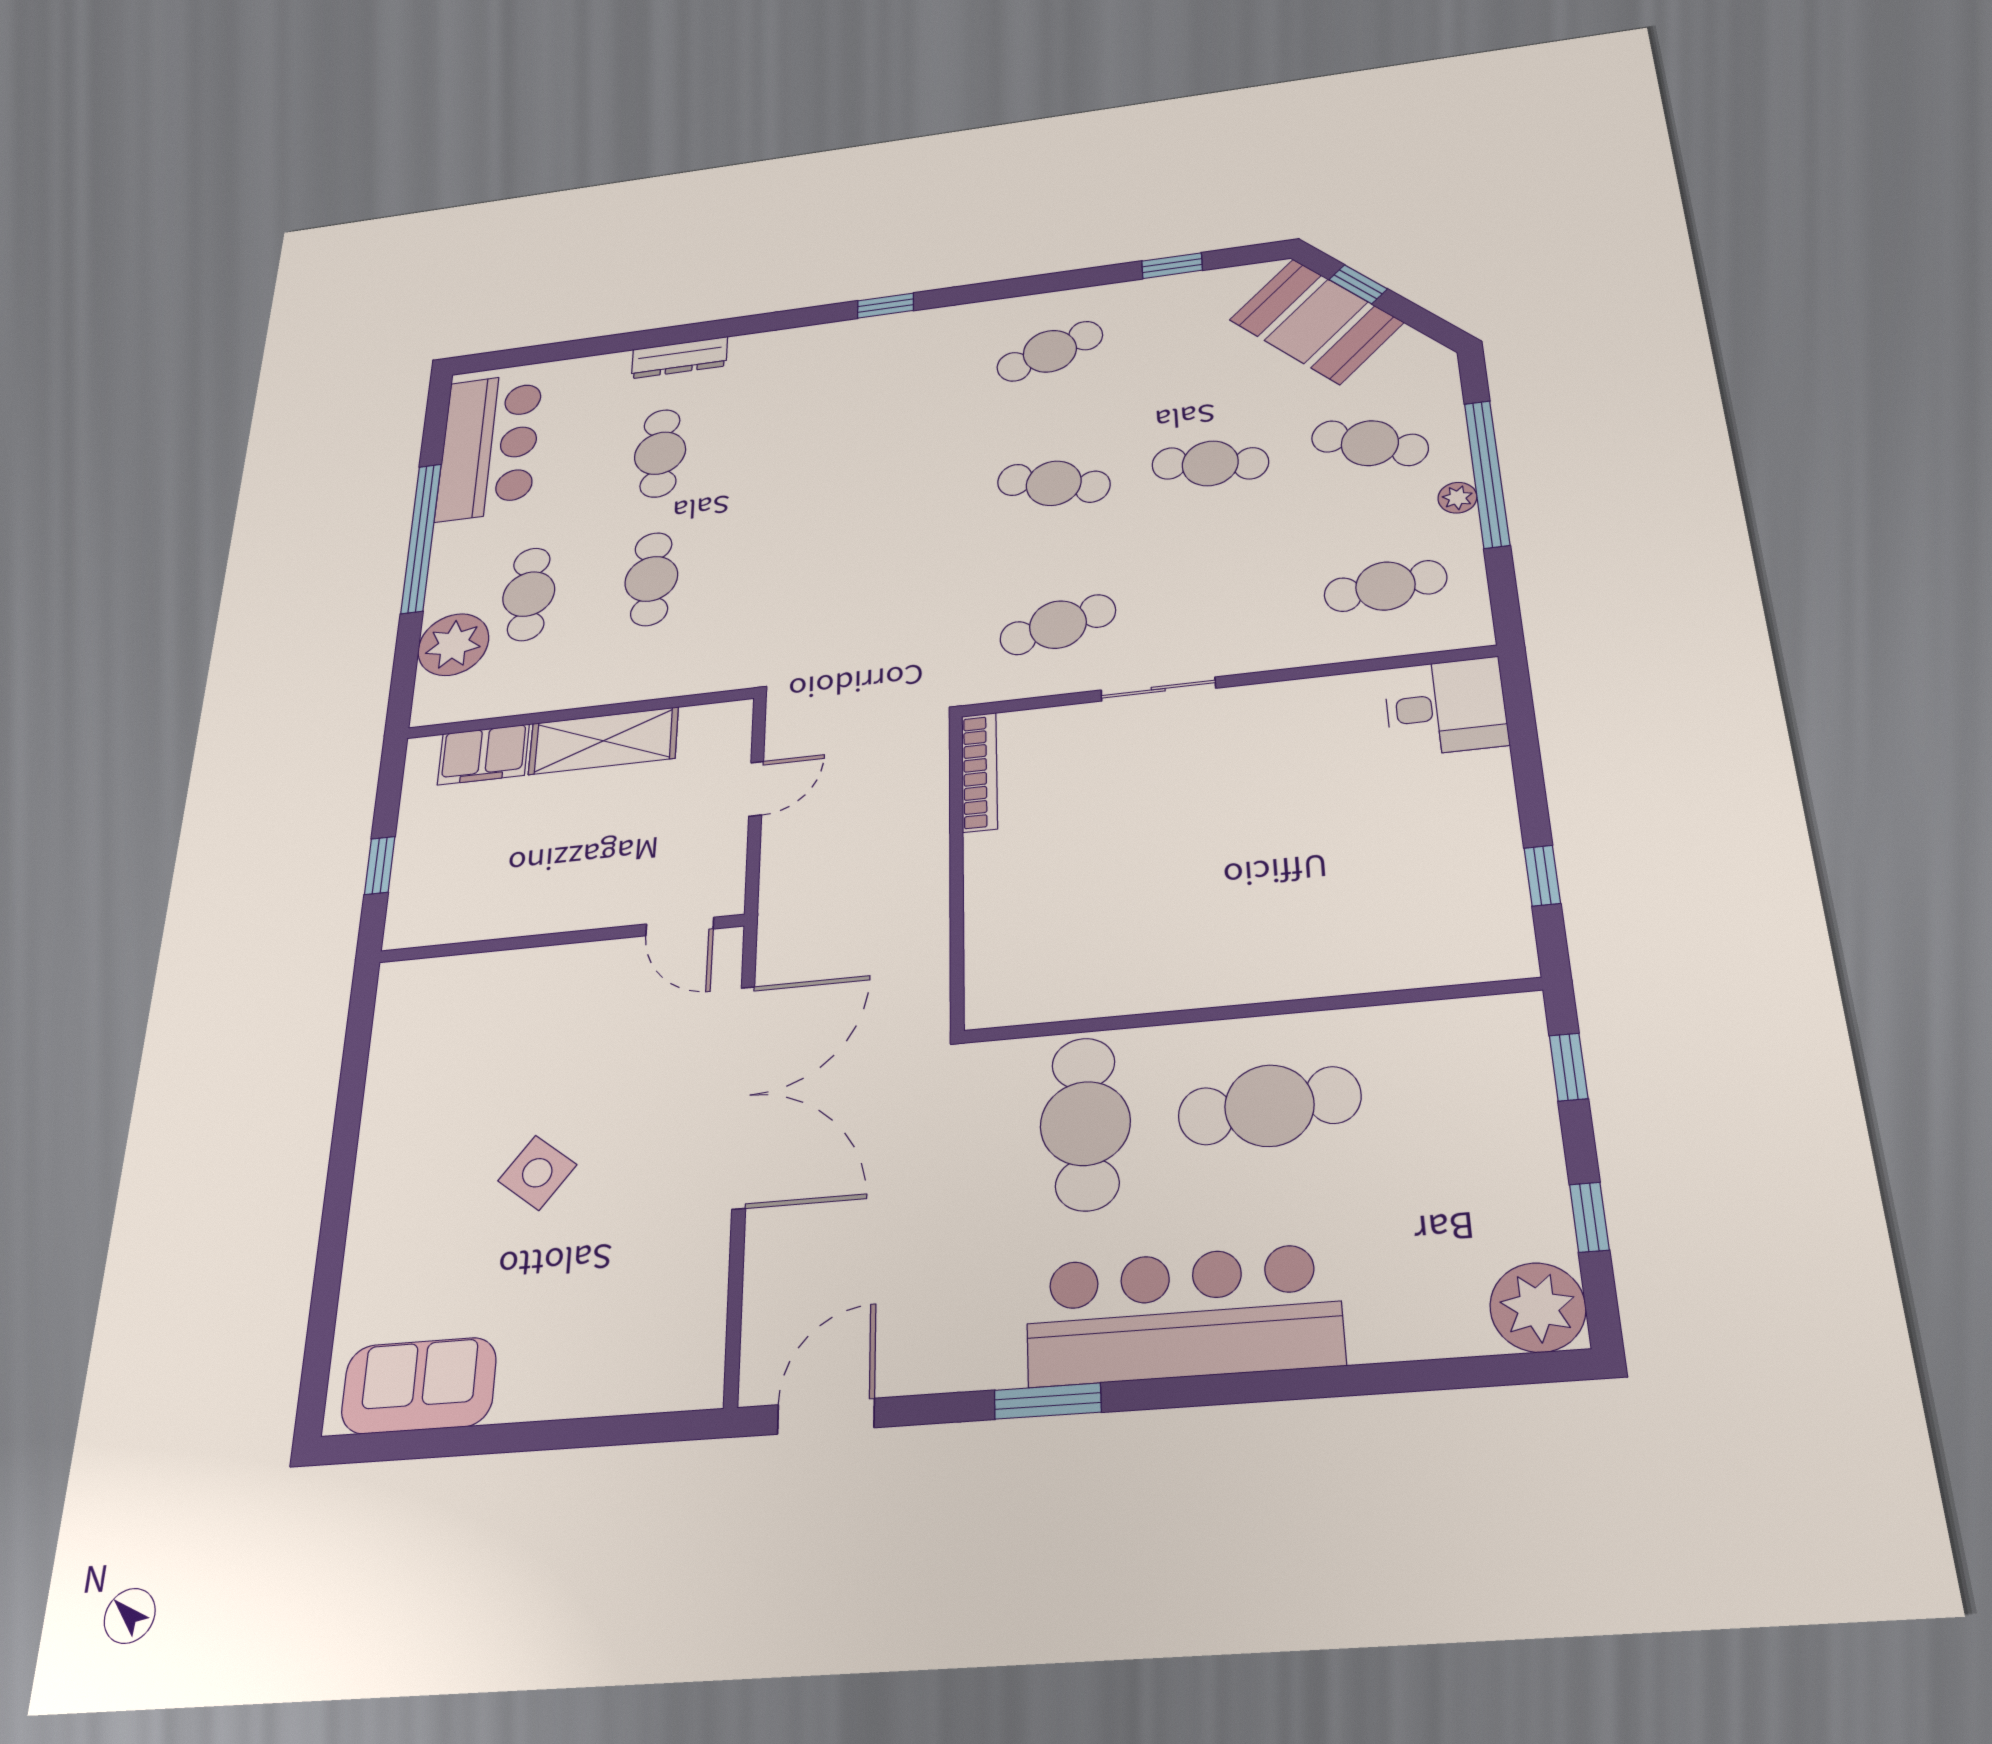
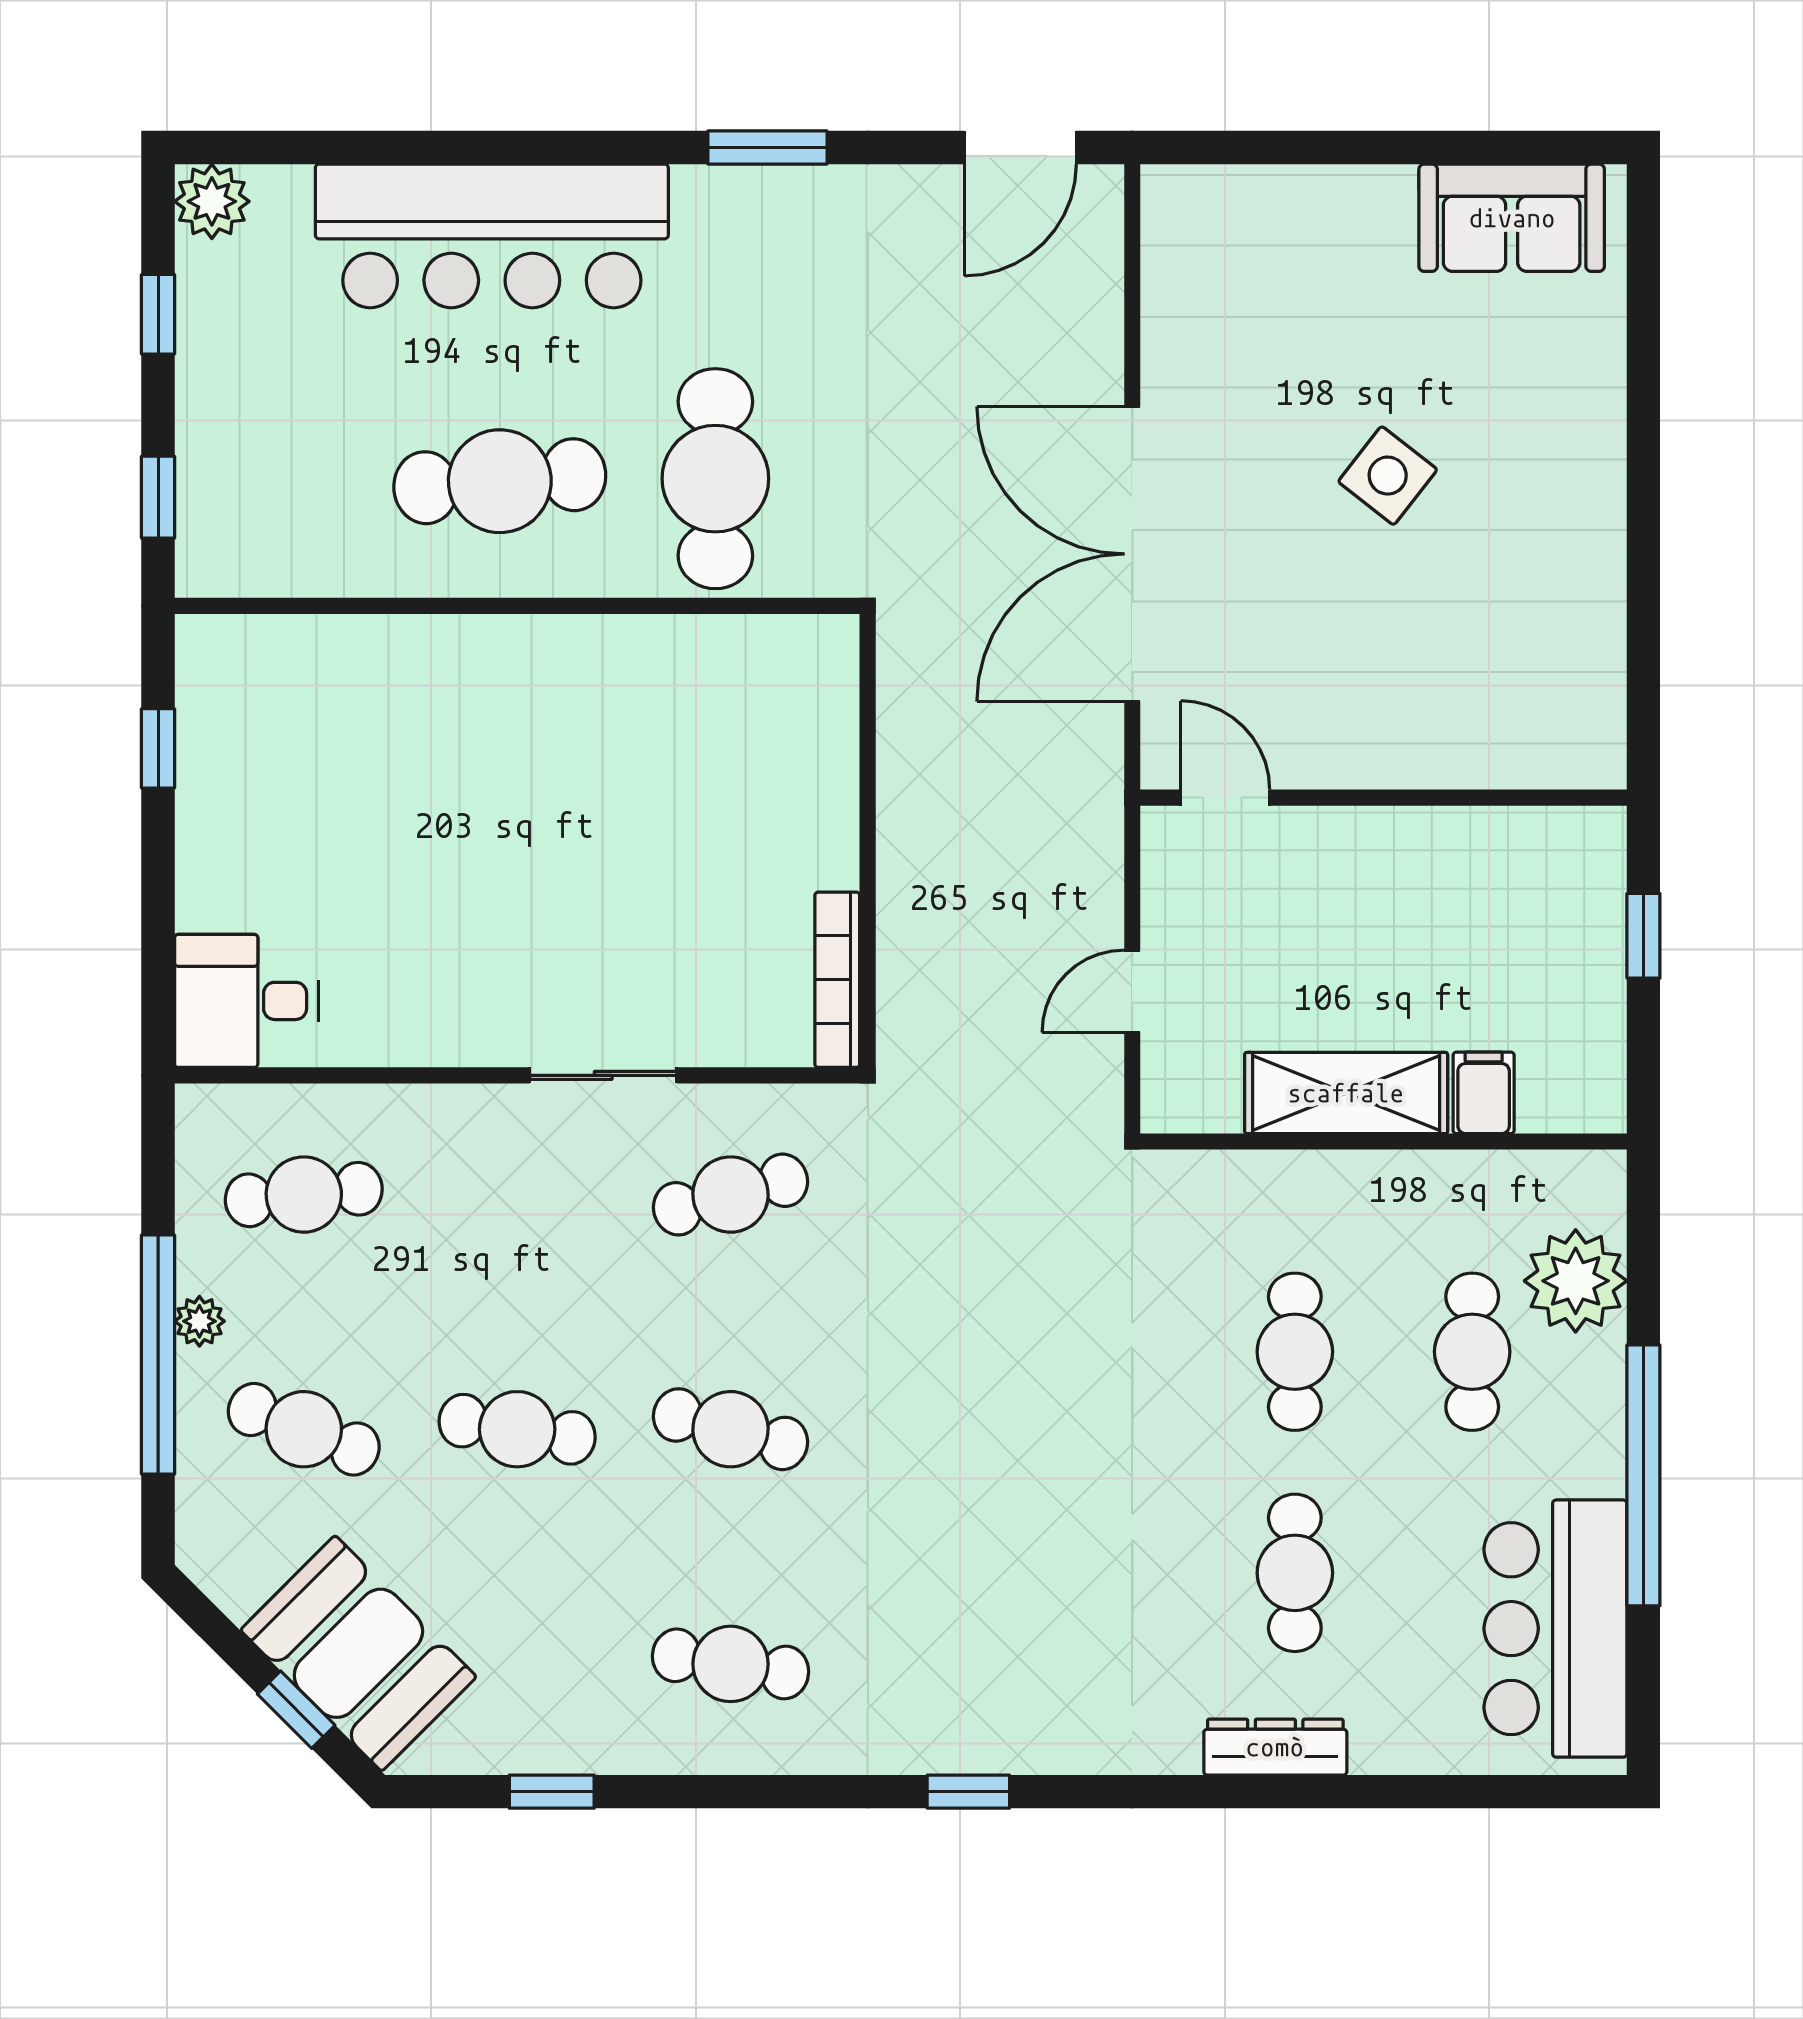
cafe table: (1050, 351) -> (731, 1664), turned 30
filing cabinet: (483, 754) -> (1484, 1093), width x0.50
plant: (1538, 1307) -> (212, 201), width x0.73, depth x0.73
bar counter: (1183, 1315) -> (492, 236), moved

